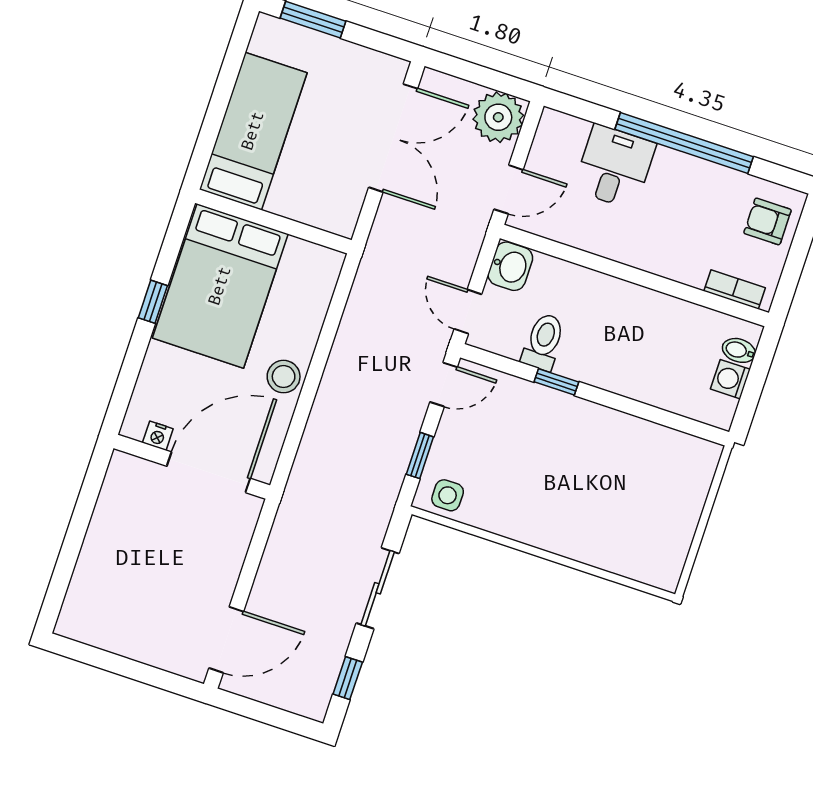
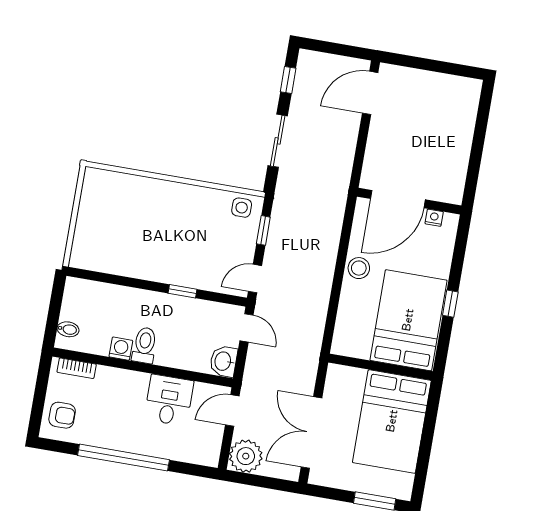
bed: (253, 131) -> (392, 421), width x1.50
desk: (614, 167) -> (169, 400), moved, turned 180
toilet: (543, 342) -> (145, 345), moved, turned 180
washing machine: (730, 379) -> (121, 349), moved, turned -90

